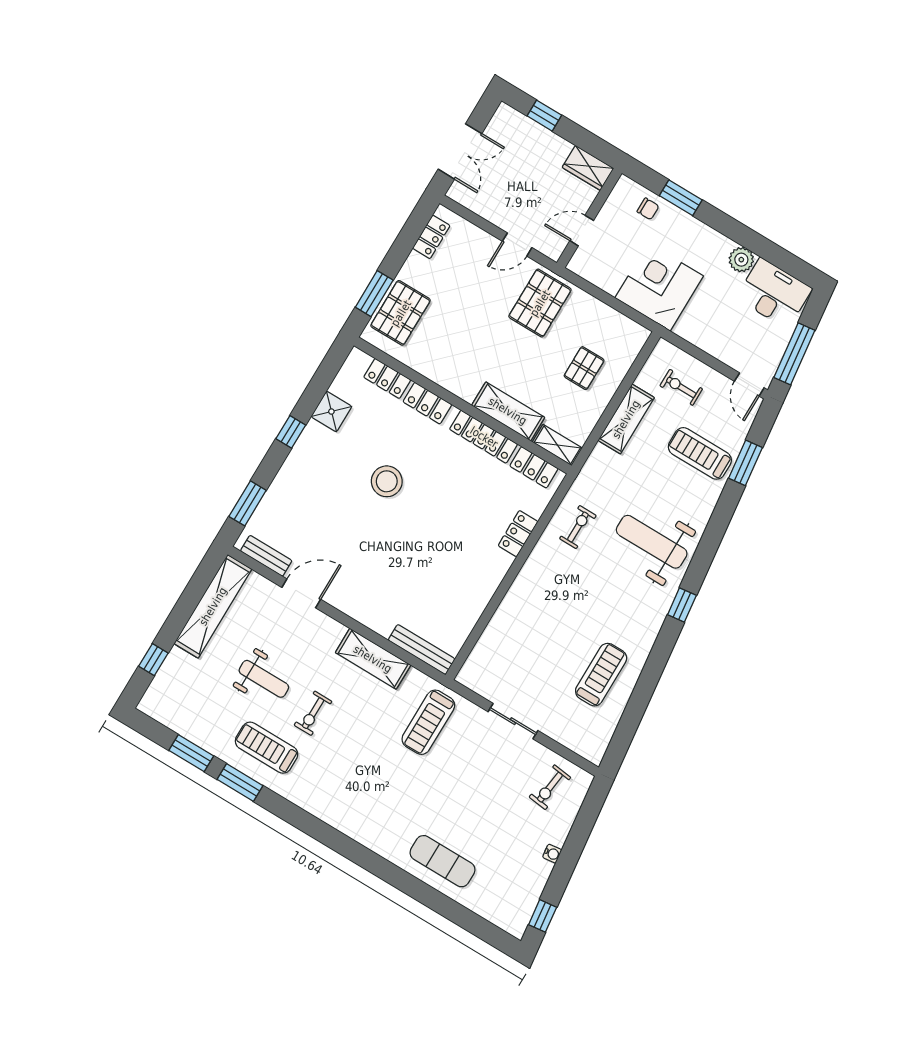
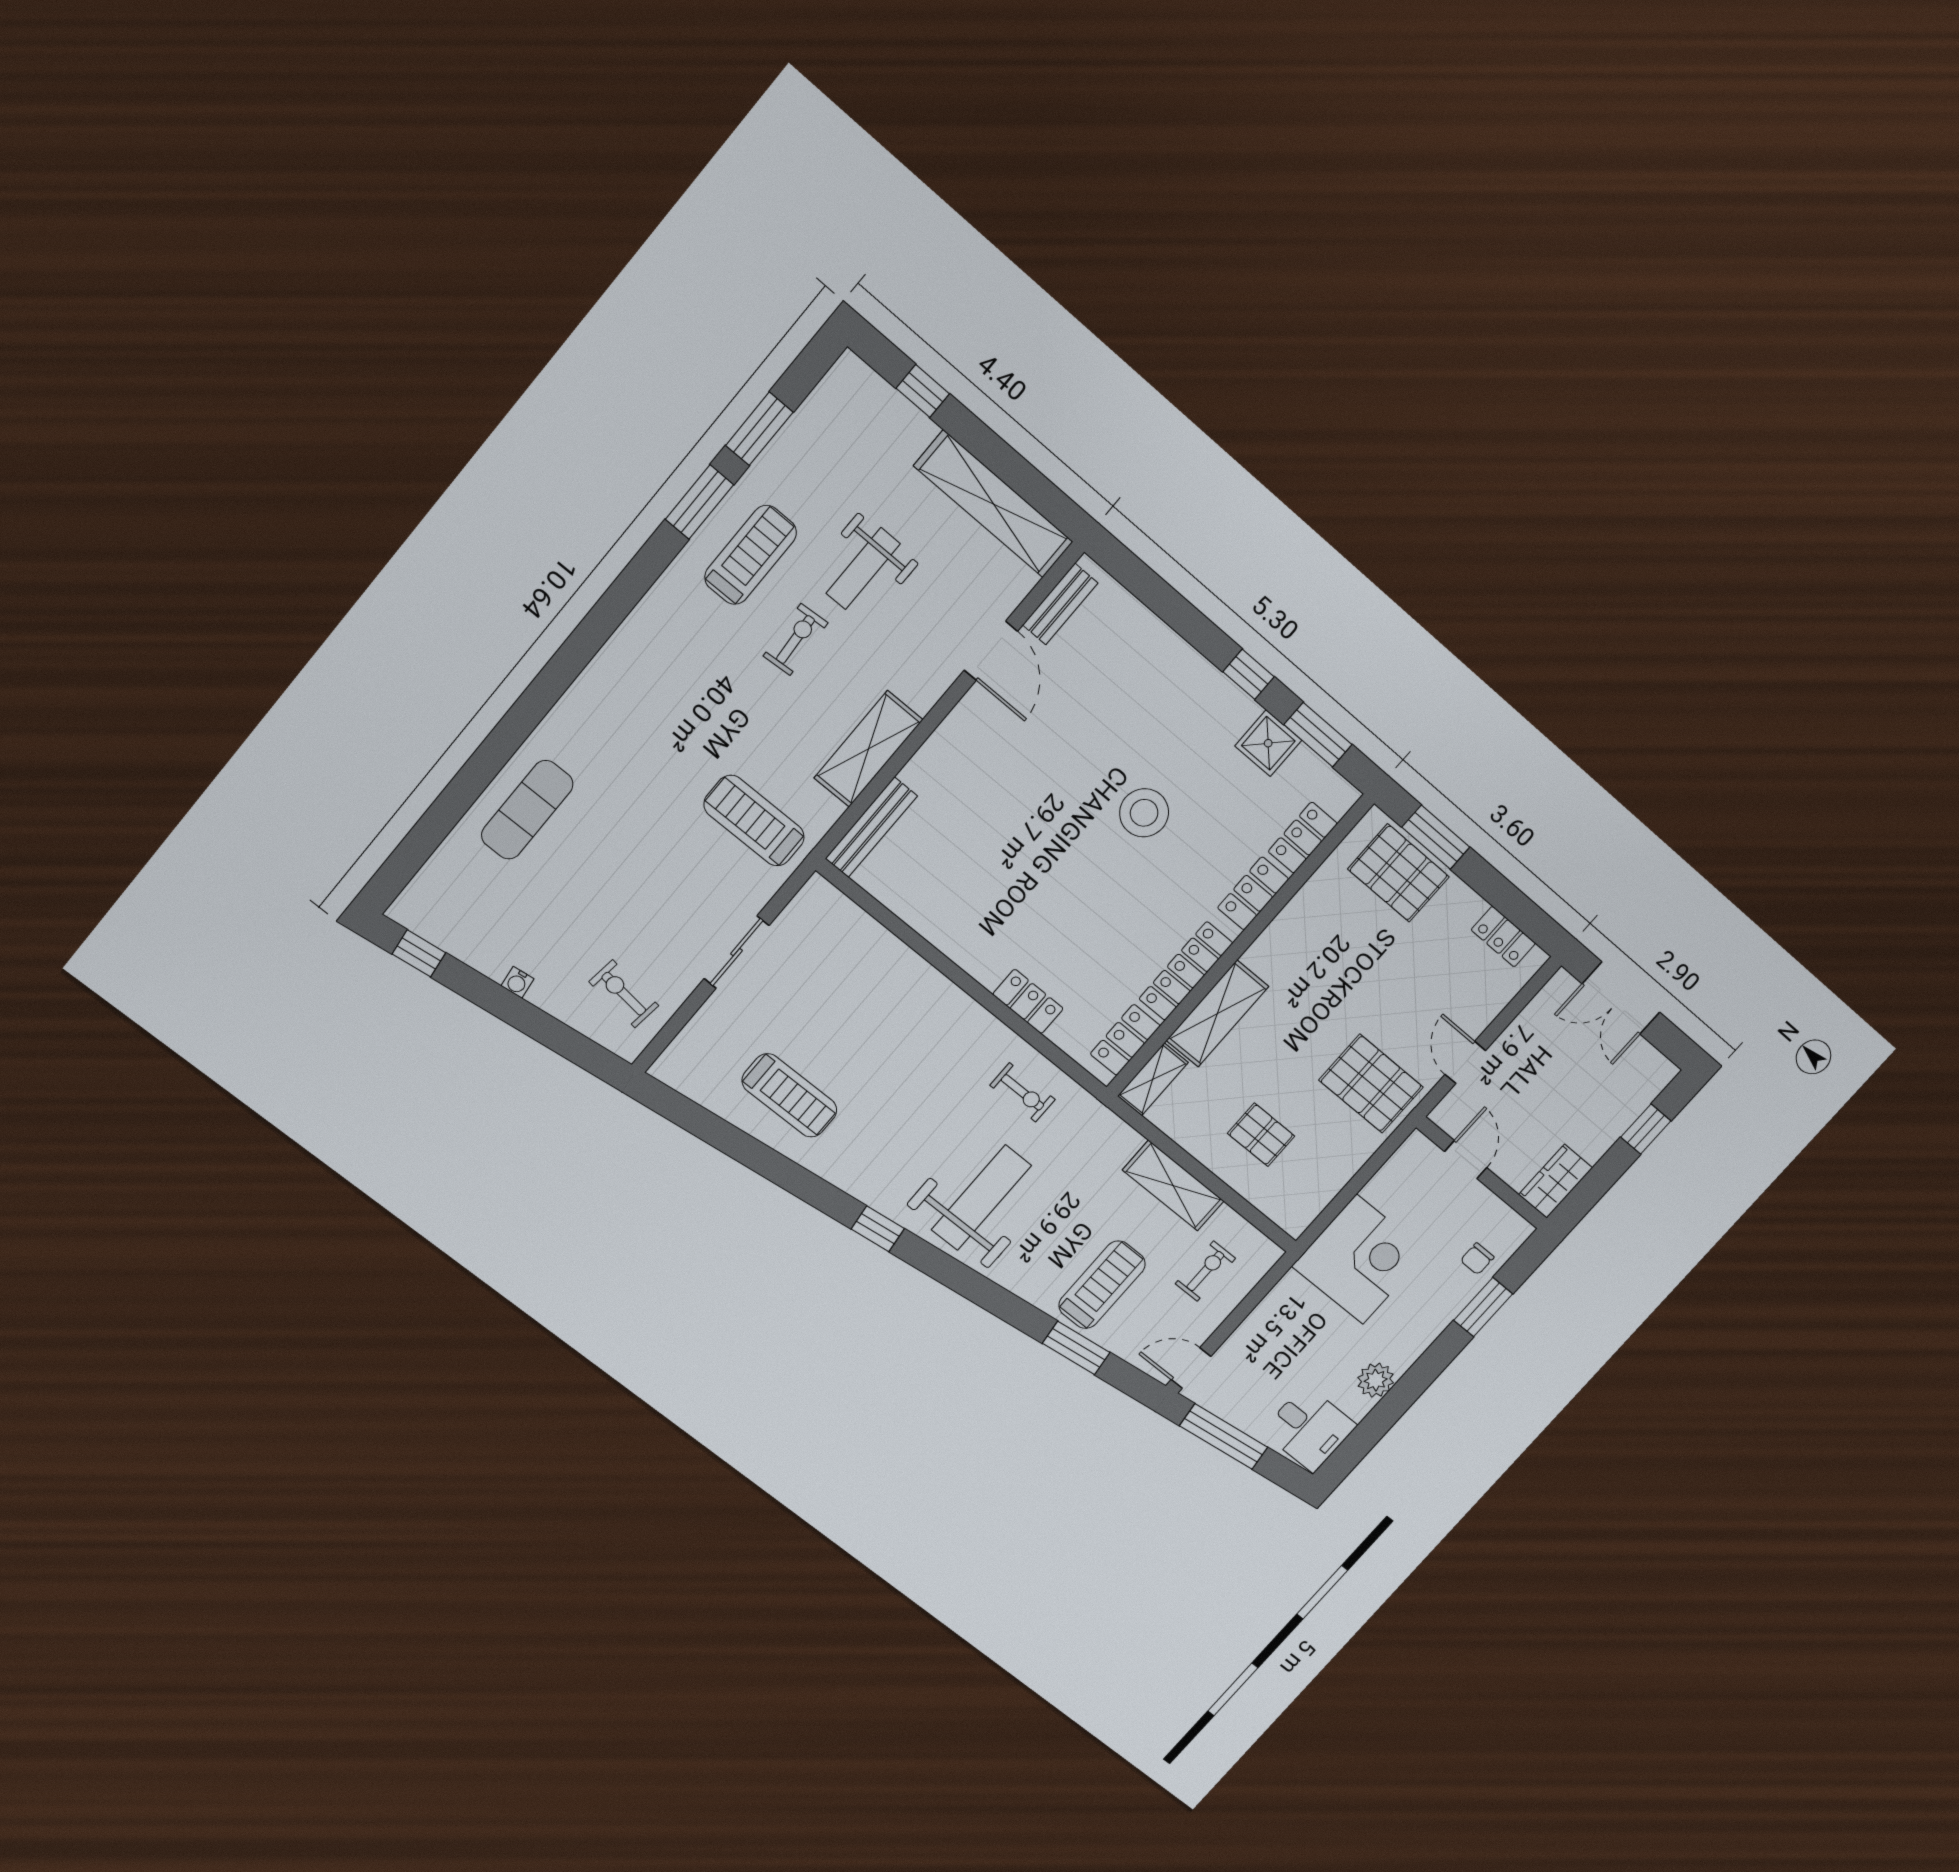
desk: (774, 293) -> (1309, 1428), width x0.73
window: (248, 503) -> (1318, 735), moved
exercise bike: (313, 713) -> (796, 639), turned 86

